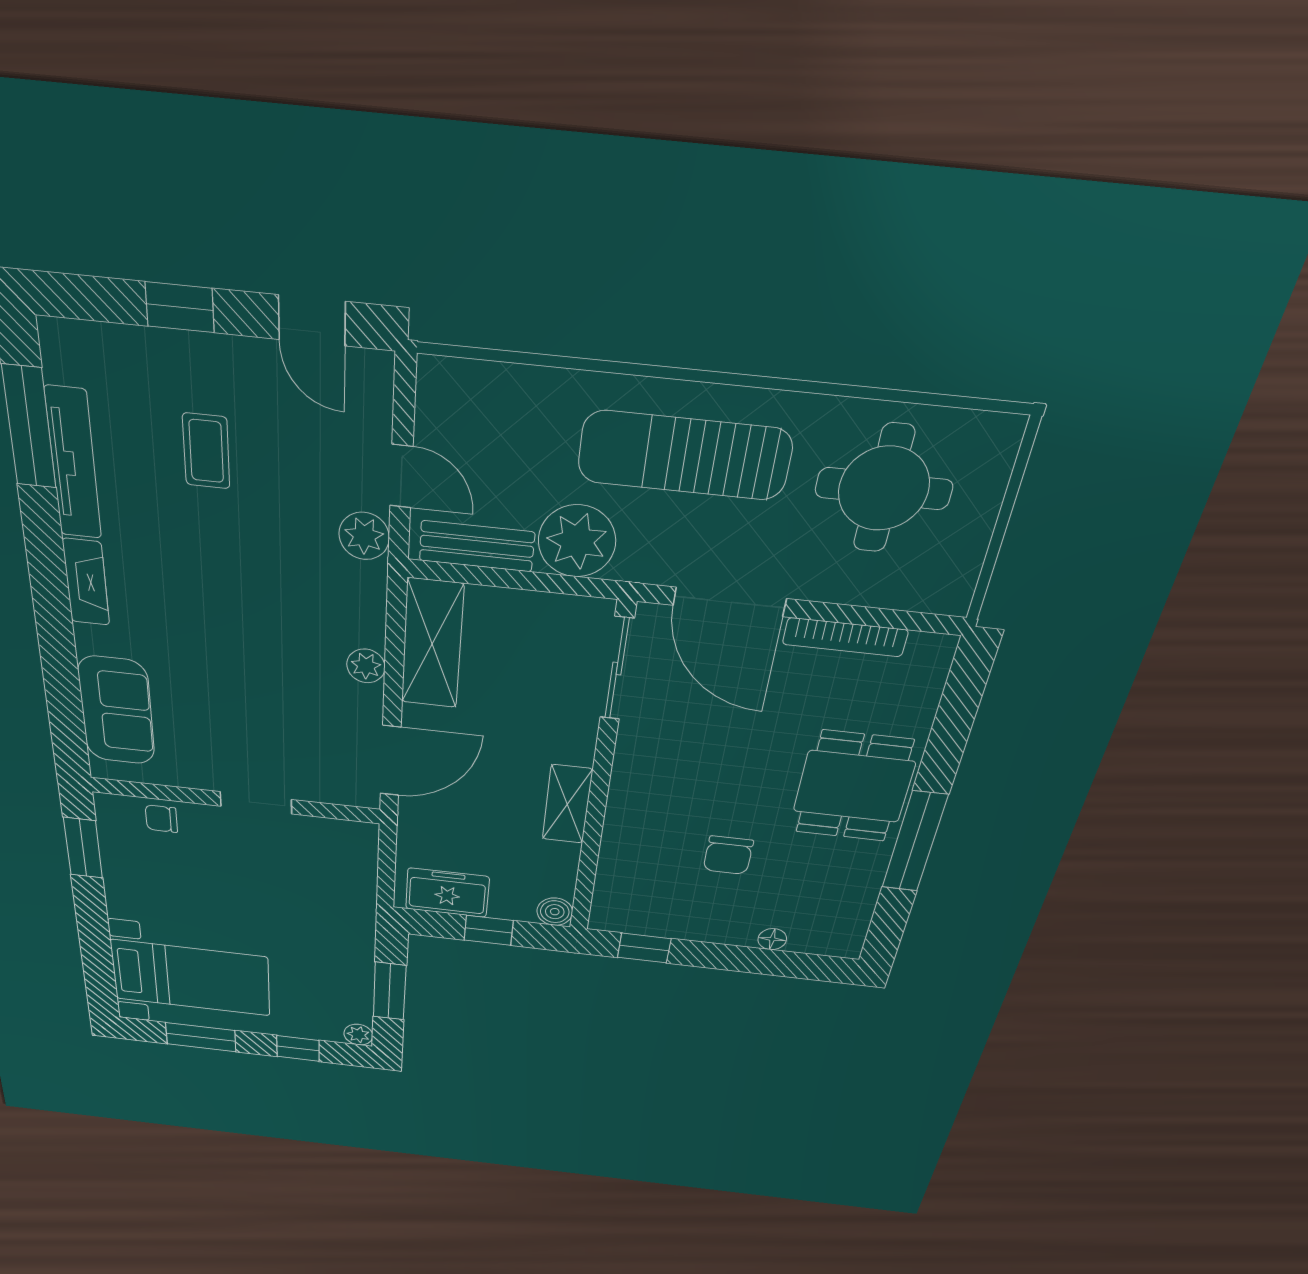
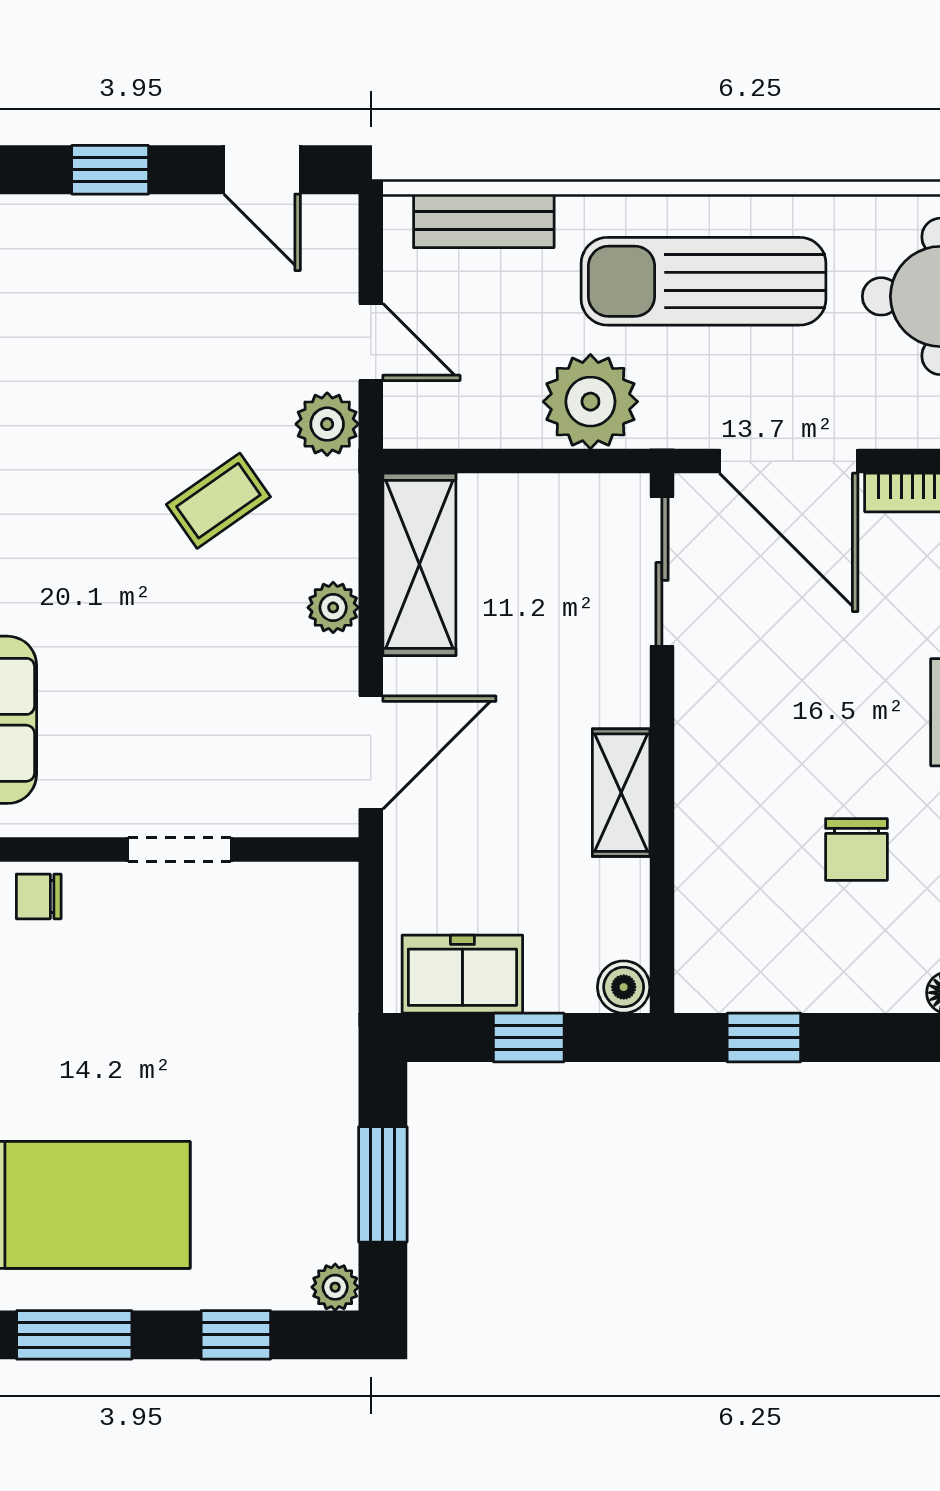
coffee table: (206, 451) -> (218, 501), moved, turned 55
bench: (477, 546) -> (484, 221), moved

